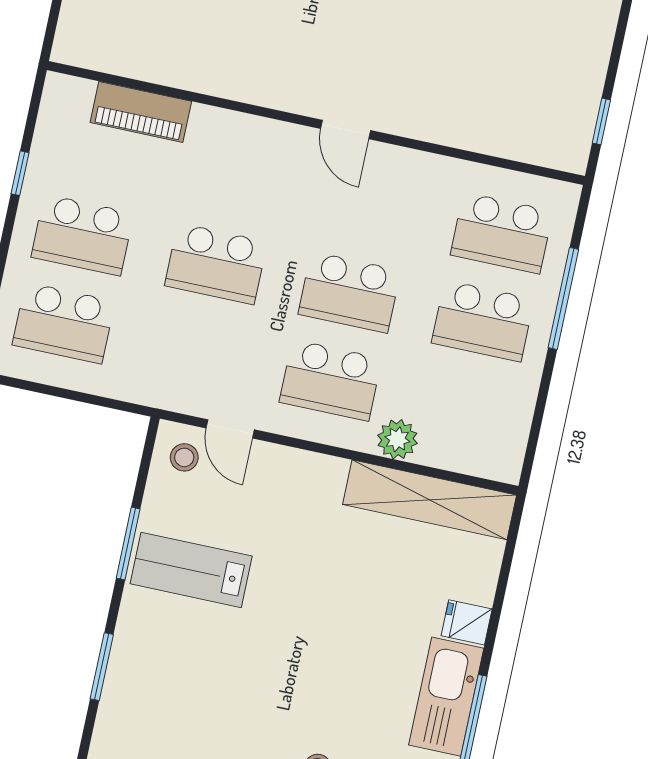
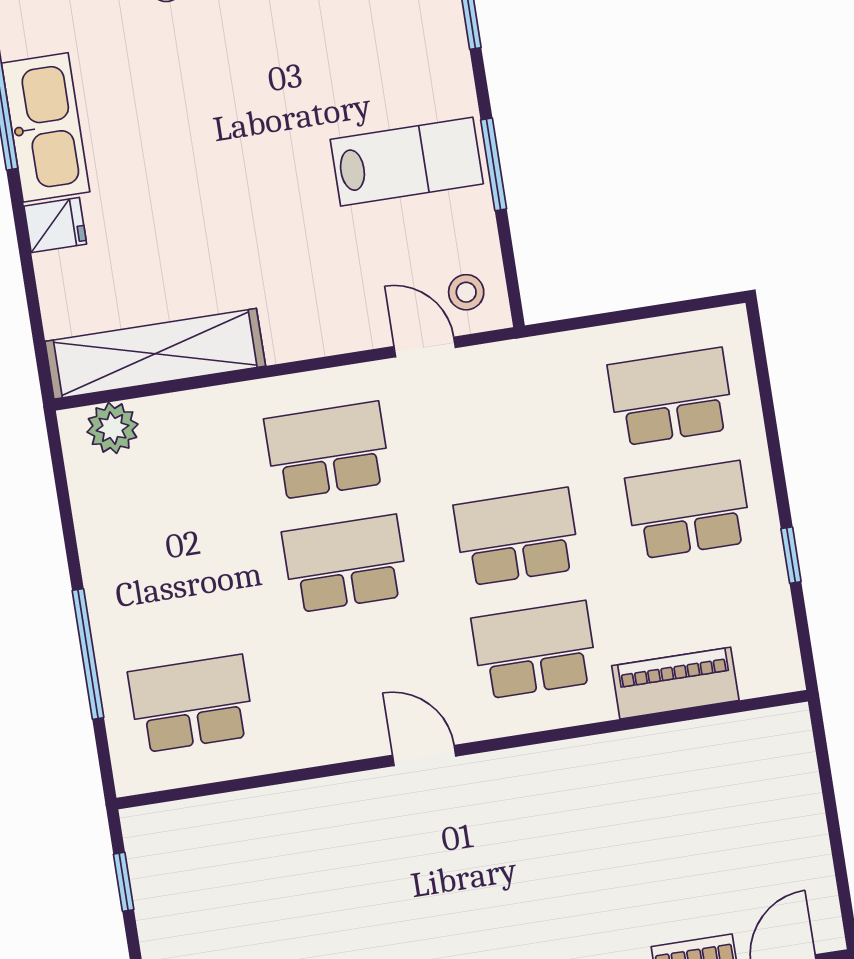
school desk: (483, 321) -> (535, 650), moved
plant: (397, 439) -> (113, 428), moved

